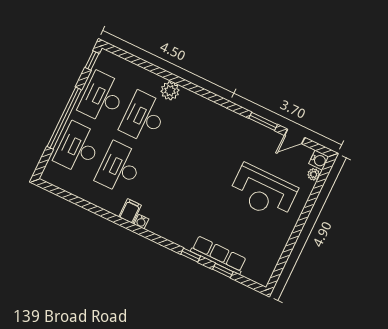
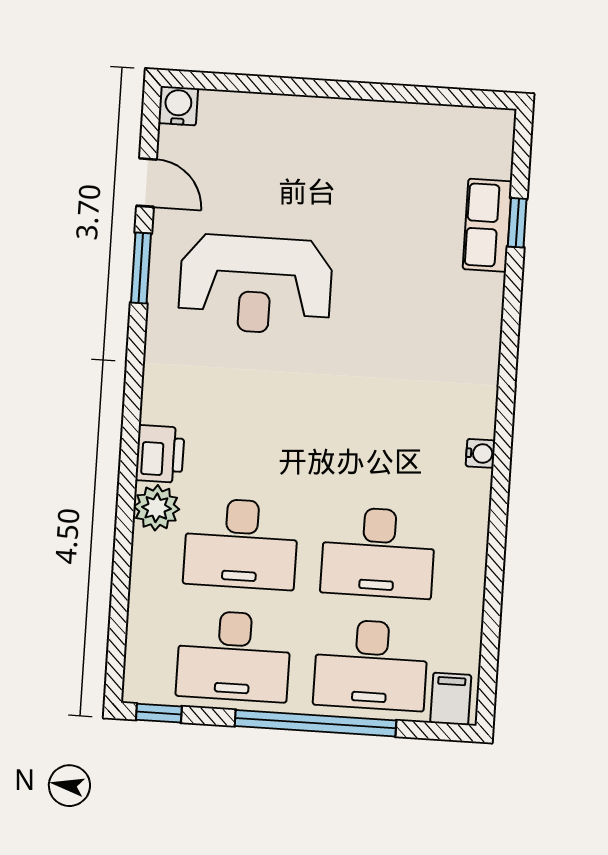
printer: (190, 100) -> (160, 454), added
plant: (314, 174) -> (215, 104), removed
reception desk: (263, 192) -> (255, 284), moved, turned 90
filing cabinet: (130, 211) -> (451, 699), moved, turned 90
window: (191, 255) -> (512, 310), removed
row of seats: (219, 255) -> (487, 225), width x0.68

